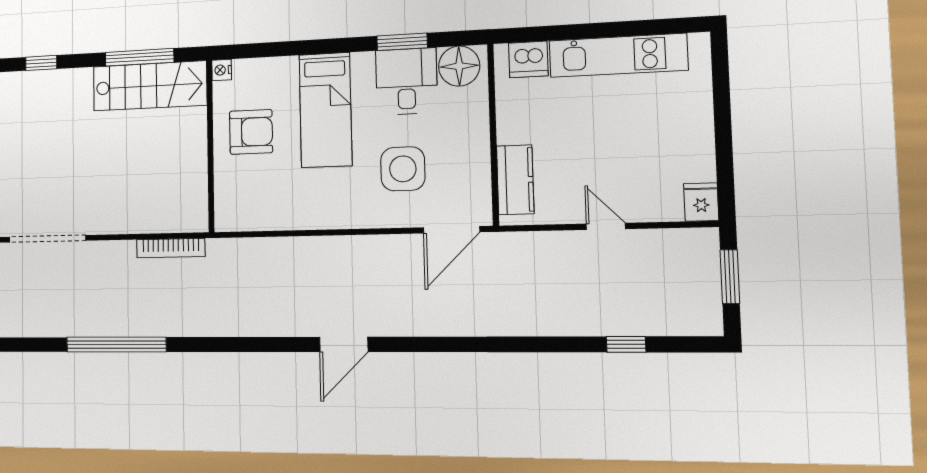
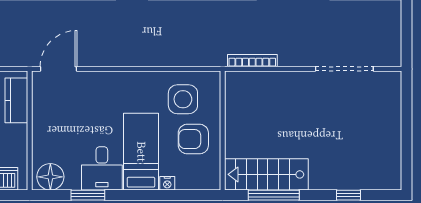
nightstand: (222, 70) -> (167, 183), moved, turned 90
desk: (406, 81) -> (102, 168), moved
side table: (403, 169) -> (183, 99), moved

